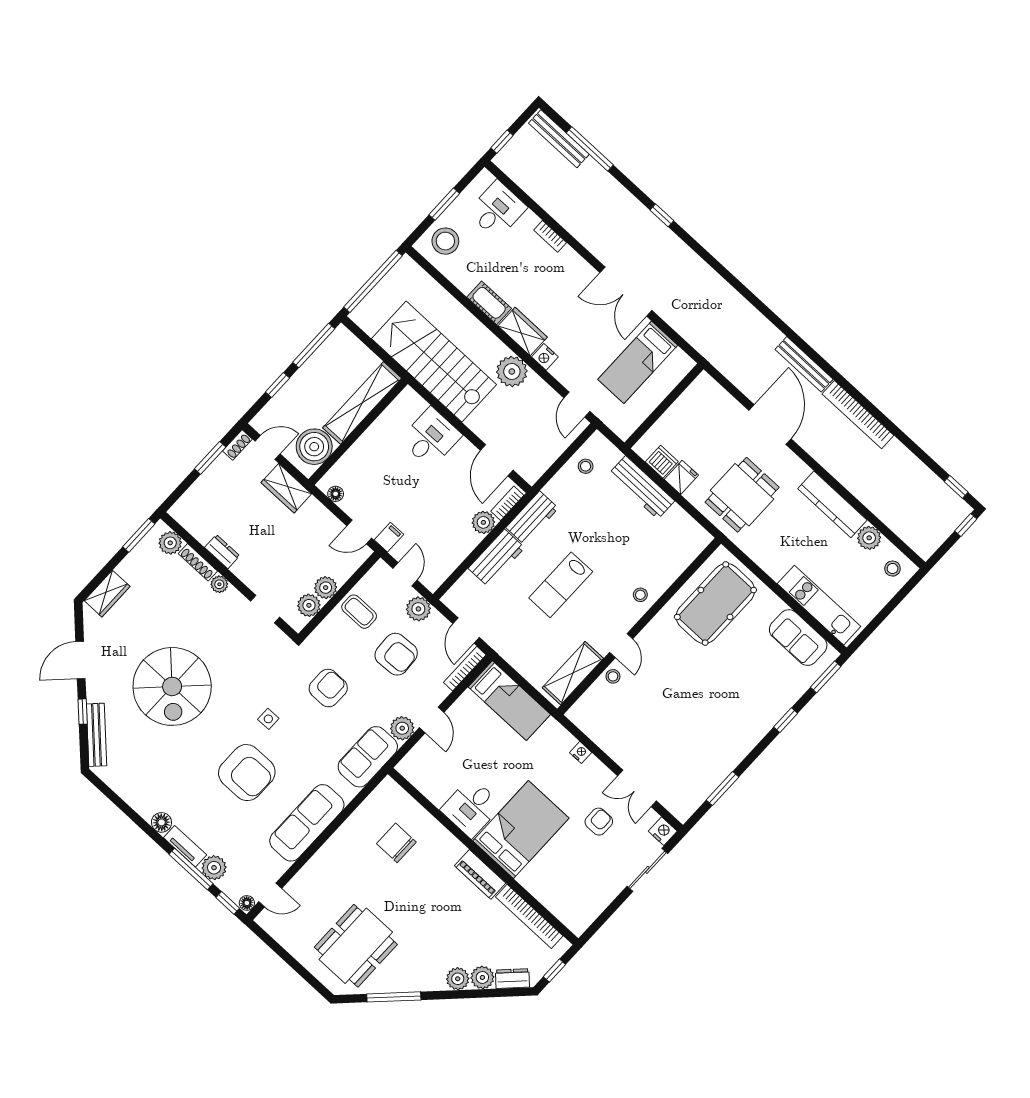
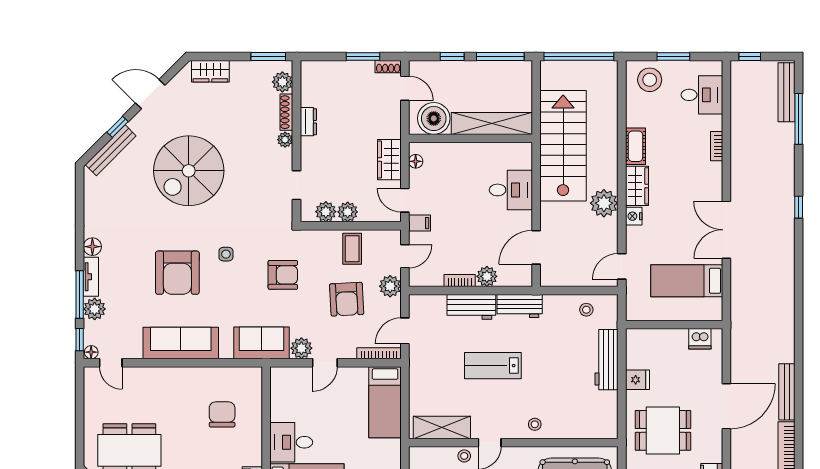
dishwasher: (662, 462) -> (700, 339), moved, turned 90
wardrobe: (286, 488) -> (389, 160), moved
bookcase: (507, 503) -> (460, 280), moved

